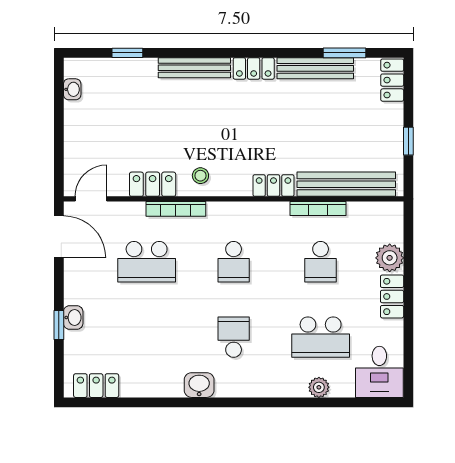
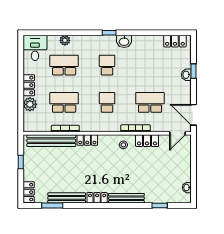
school desk: (321, 262) -> (64, 102), width x1.85
school desk: (234, 337) -> (107, 65), turned 180
window: (229, 402) -> (109, 33), added

